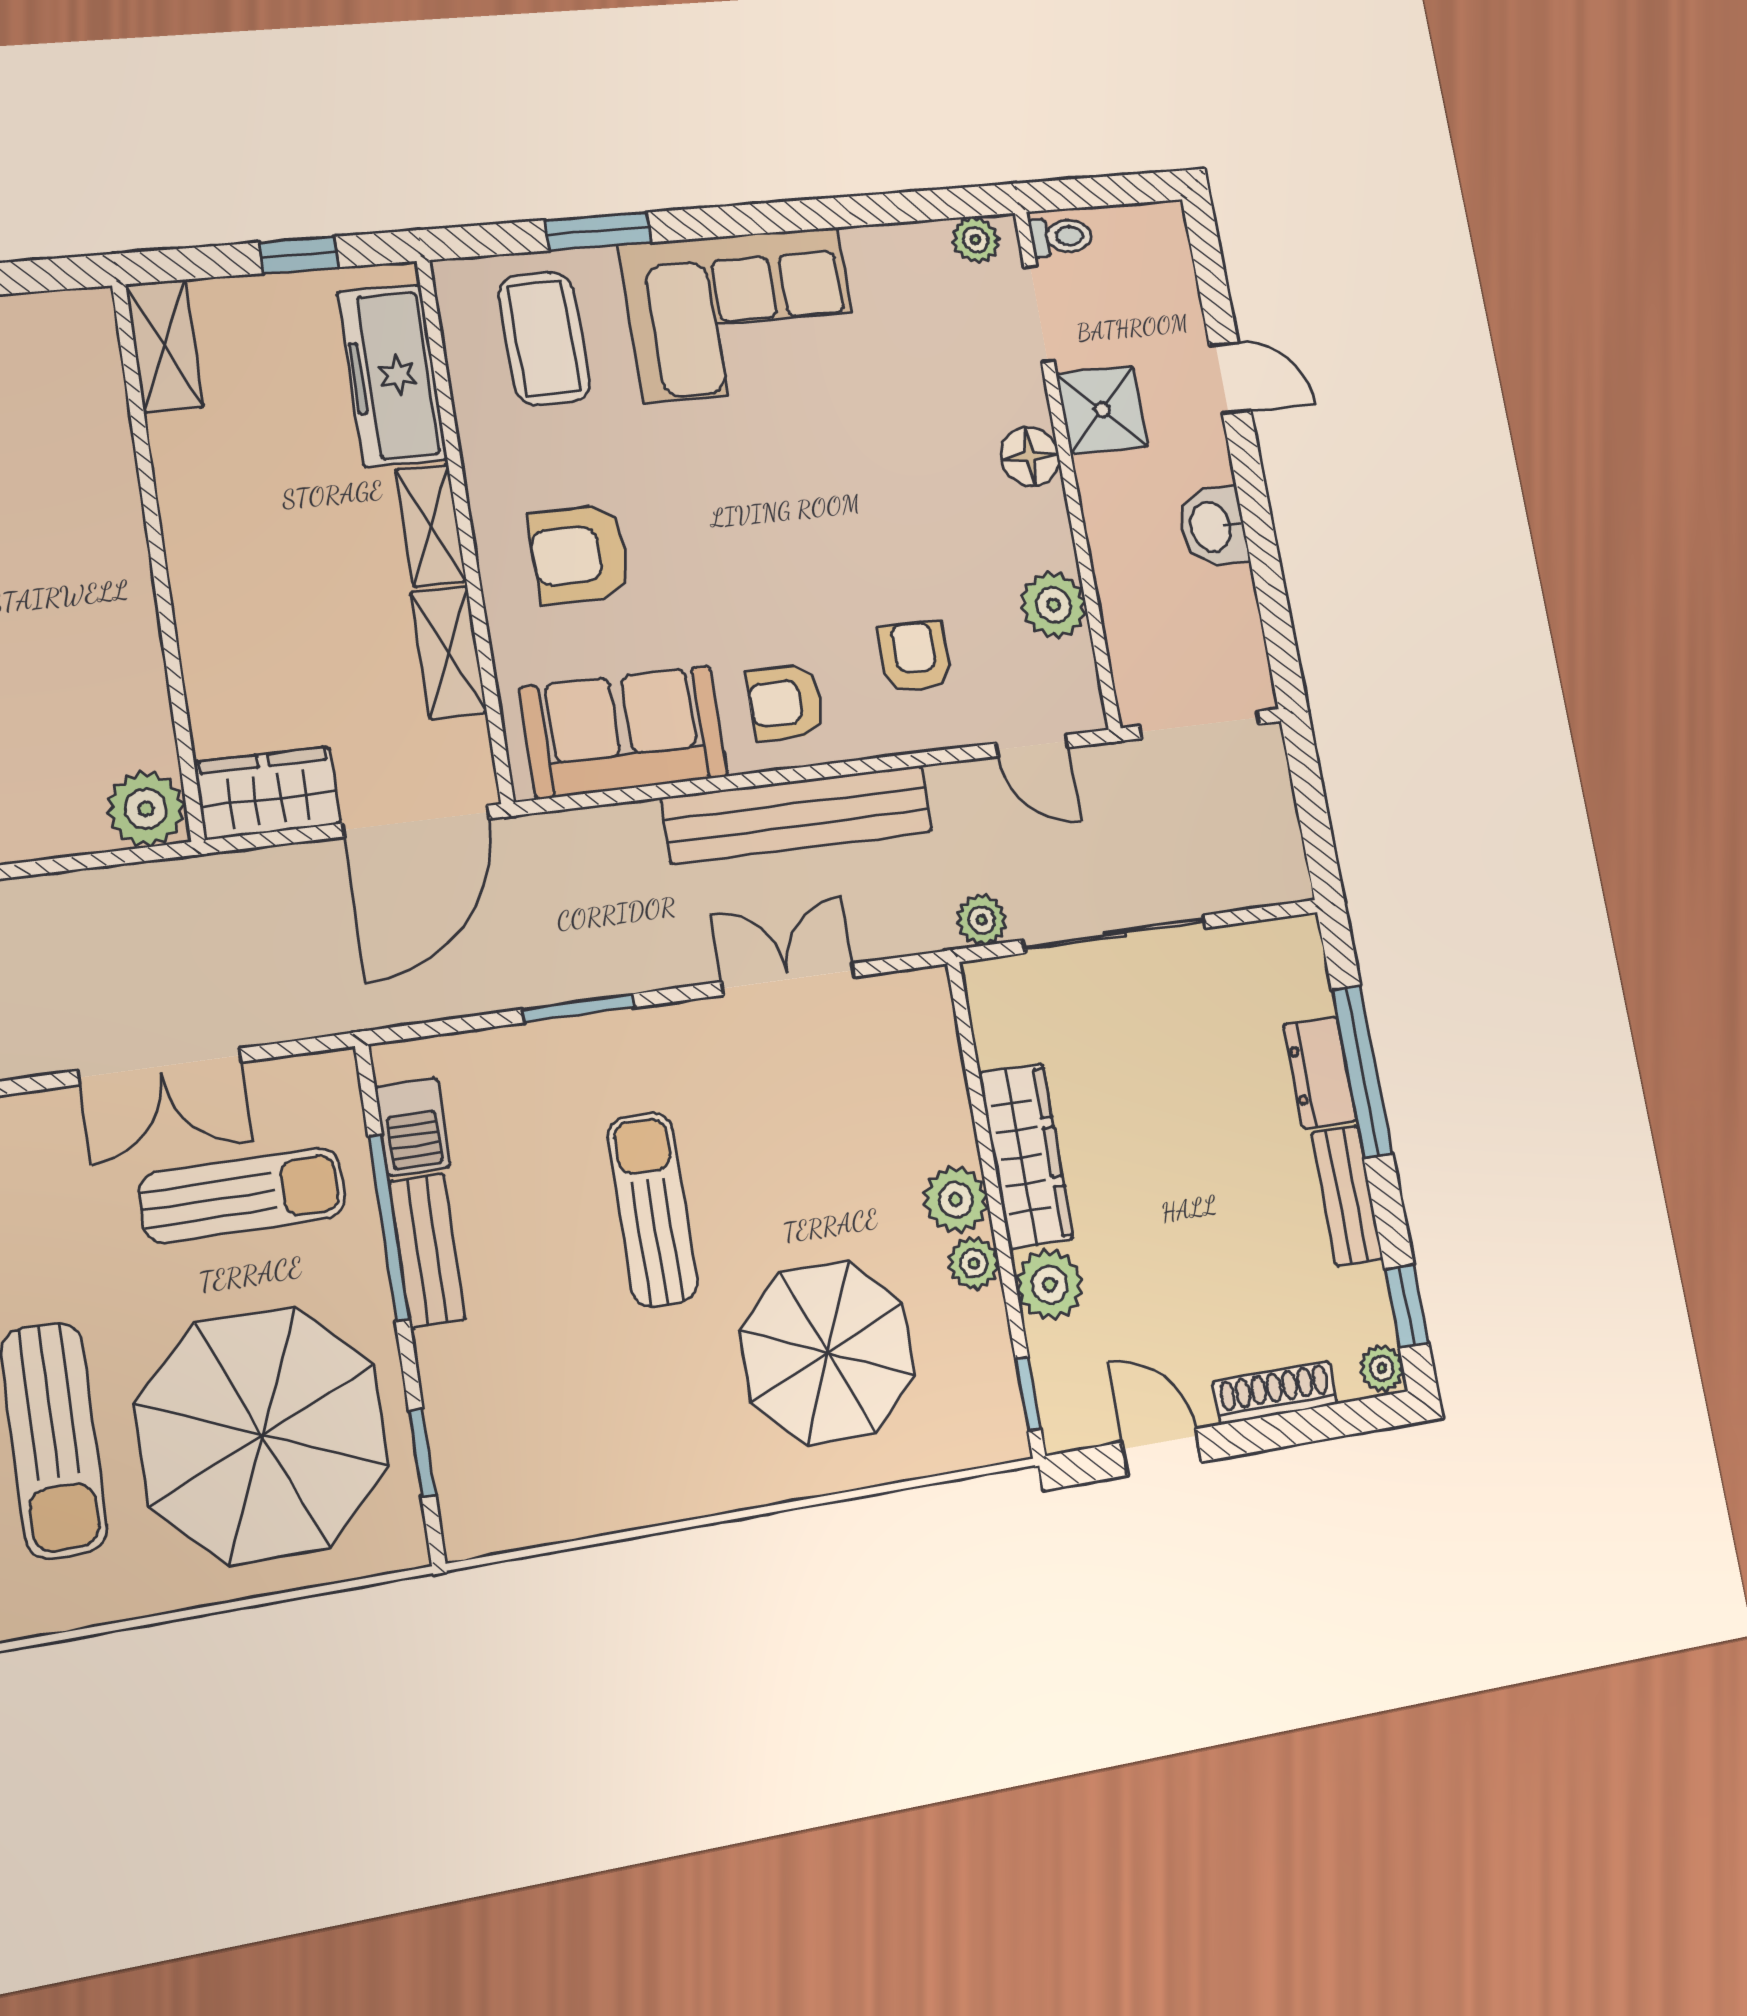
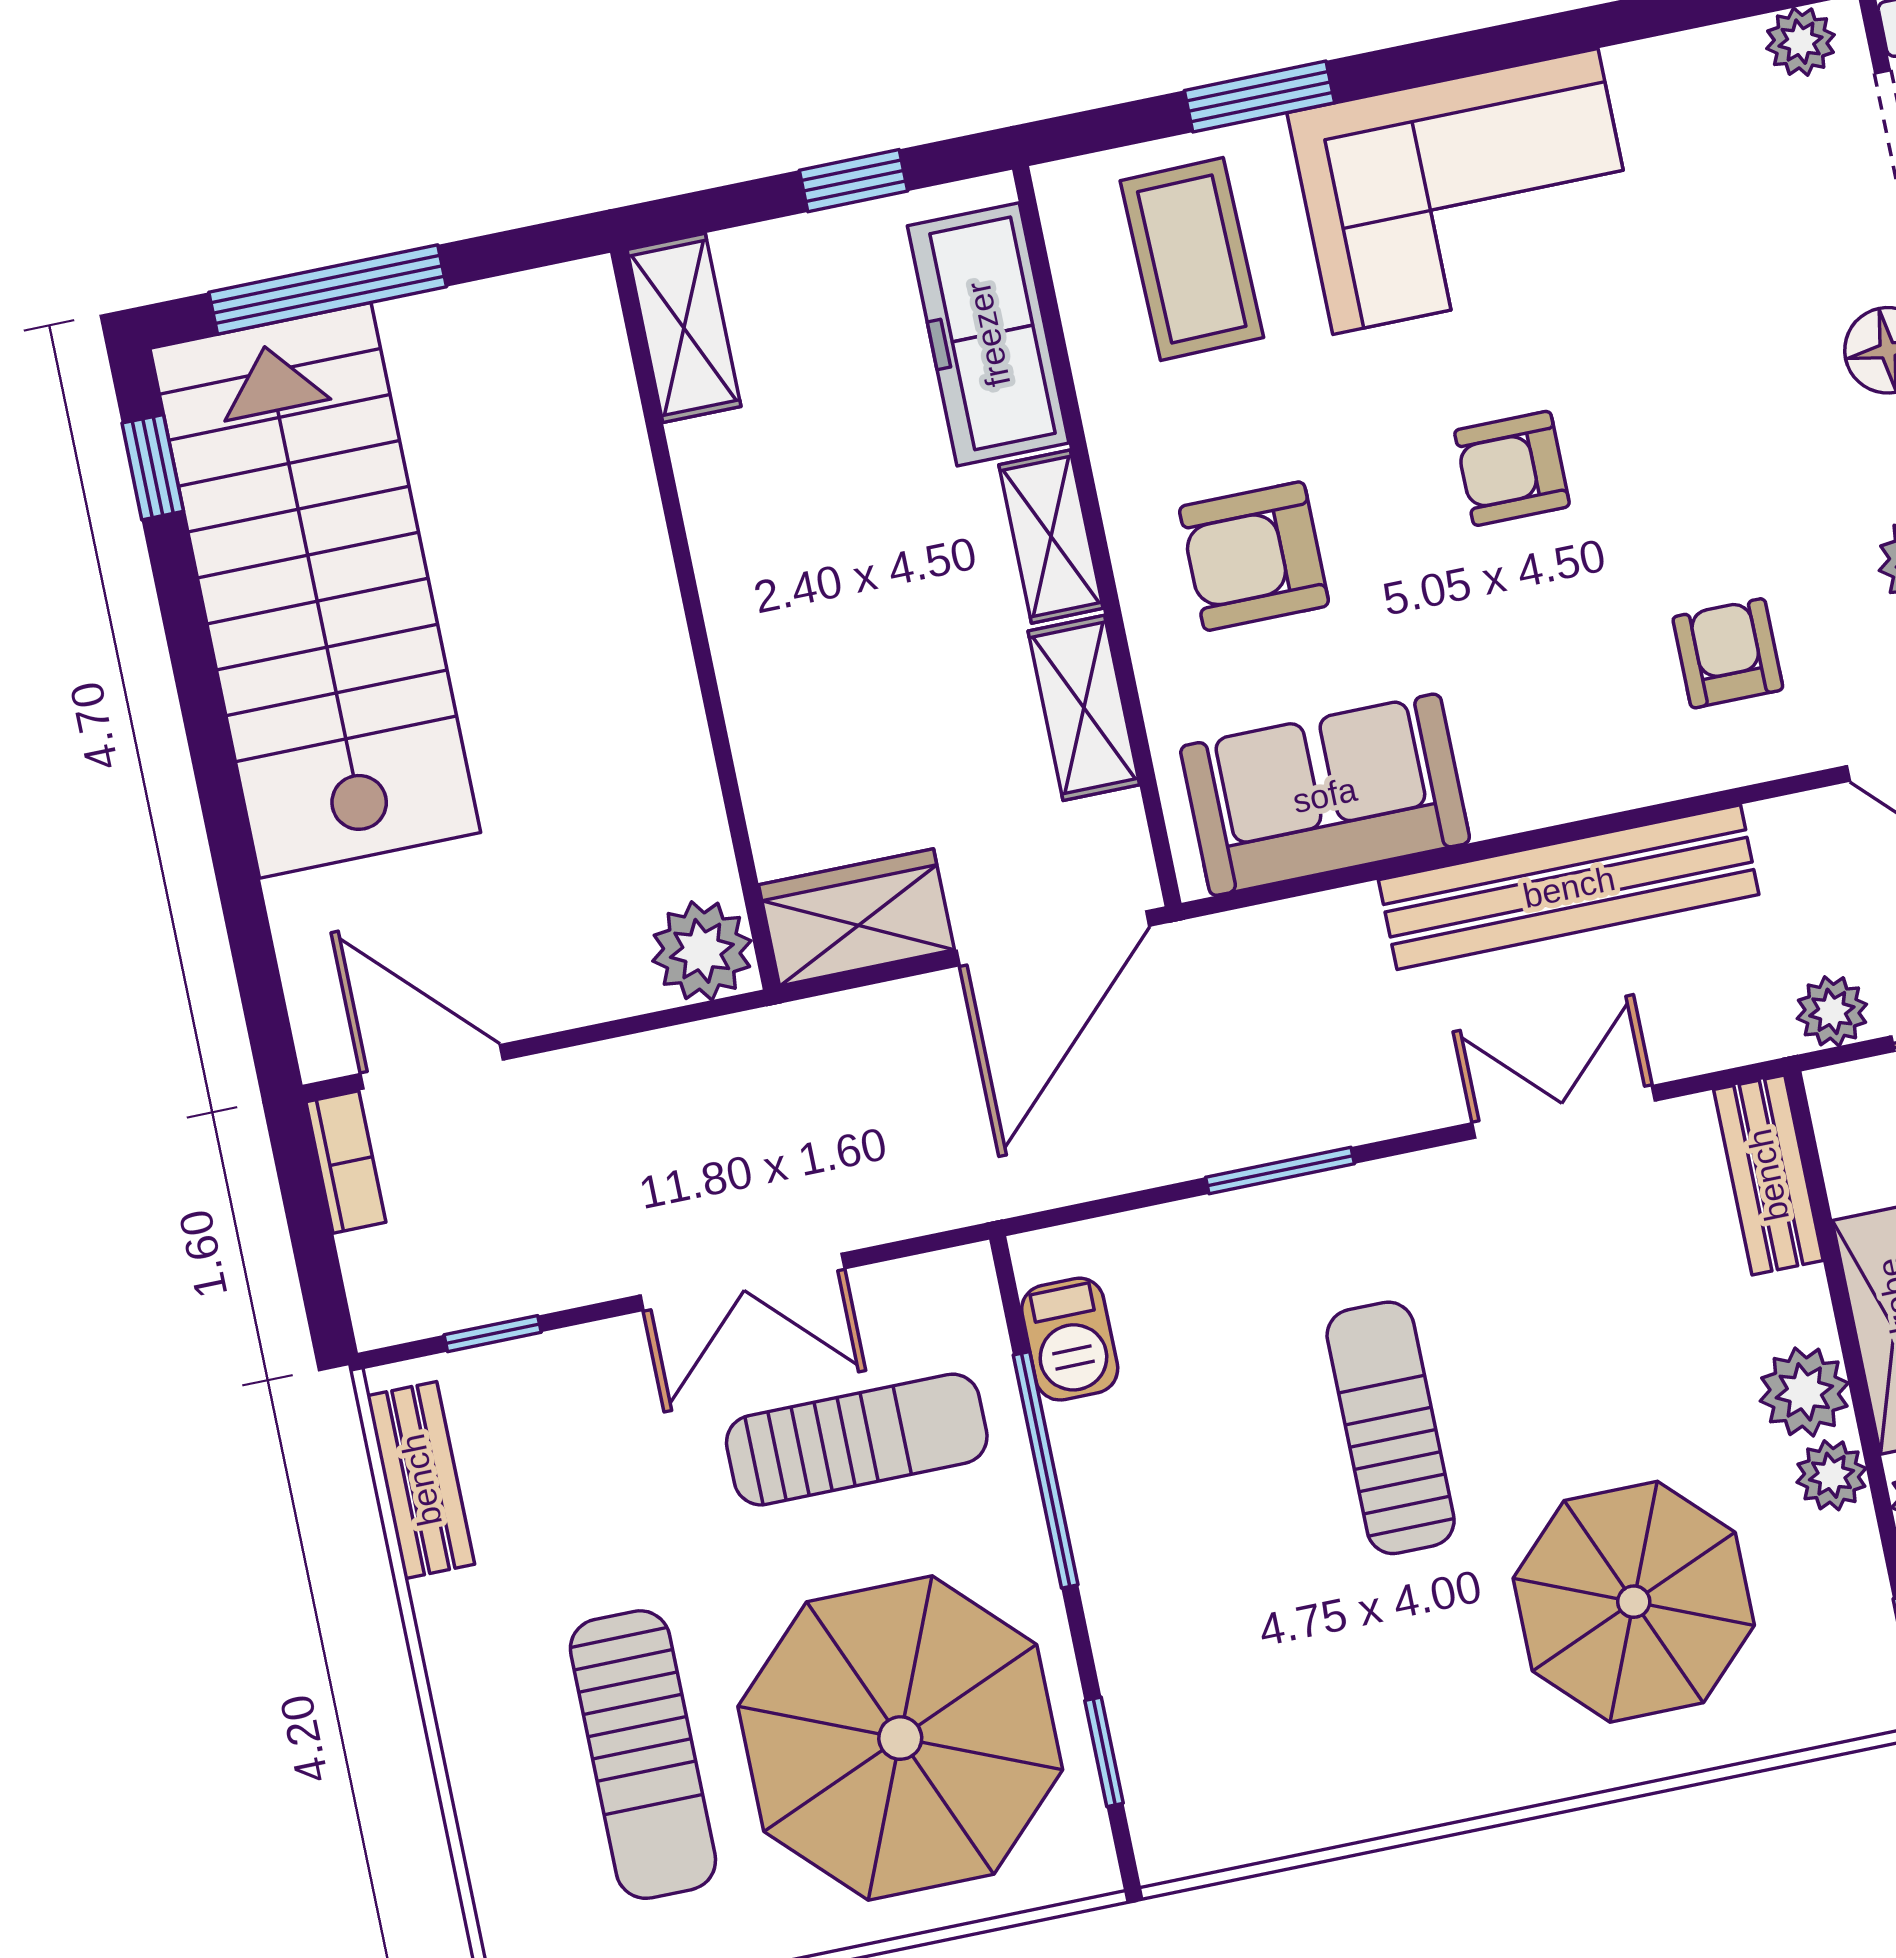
armchair: (785, 702) -> (1512, 468), moved
bench: (427, 1251) -> (1768, 1175), moved

